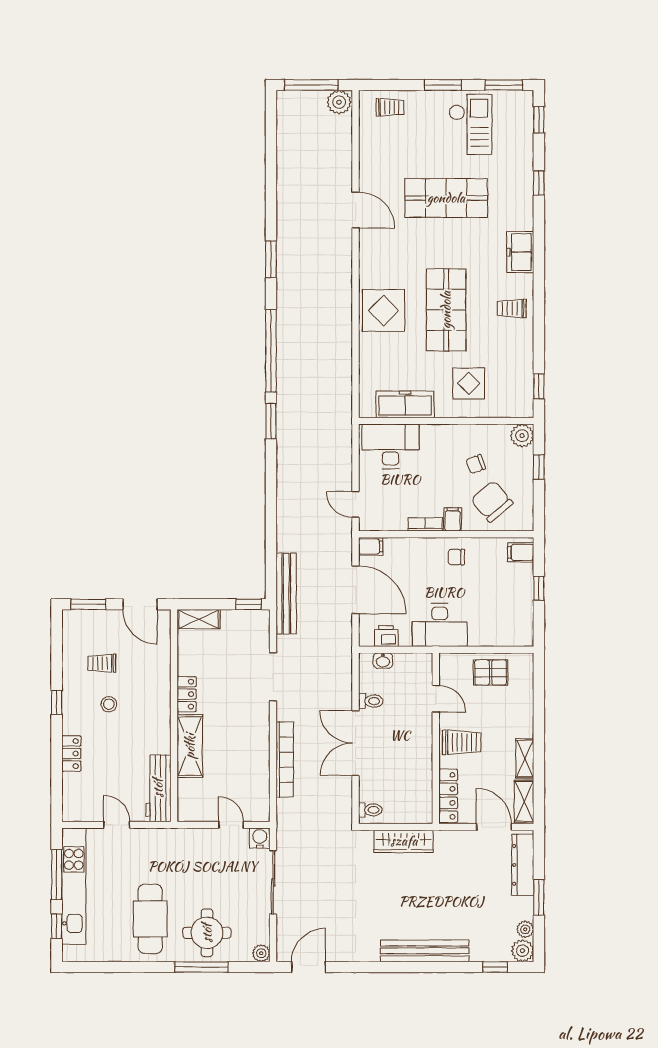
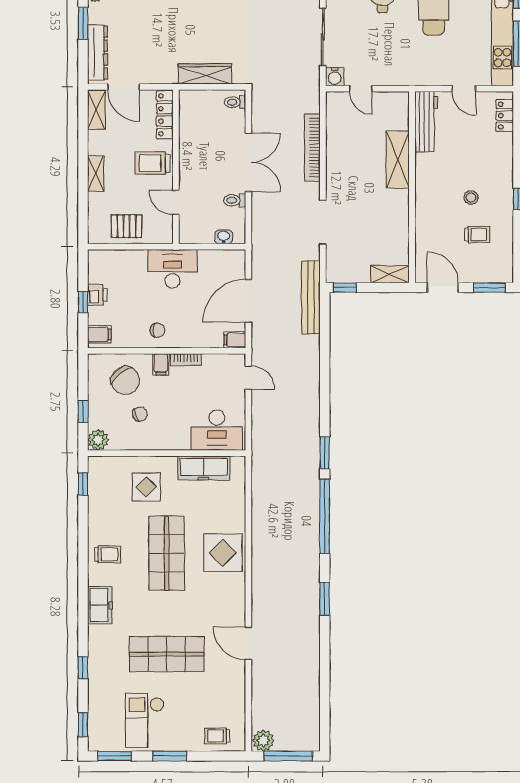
door: (355, 590) -> (248, 301), hinge flipped
printer: (386, 636) -> (97, 295), moved, turned -90
locker: (187, 694) -> (401, 207), removed
locker: (71, 754) -> (505, 116), moved
shelving: (525, 758) -> (96, 173), moved

